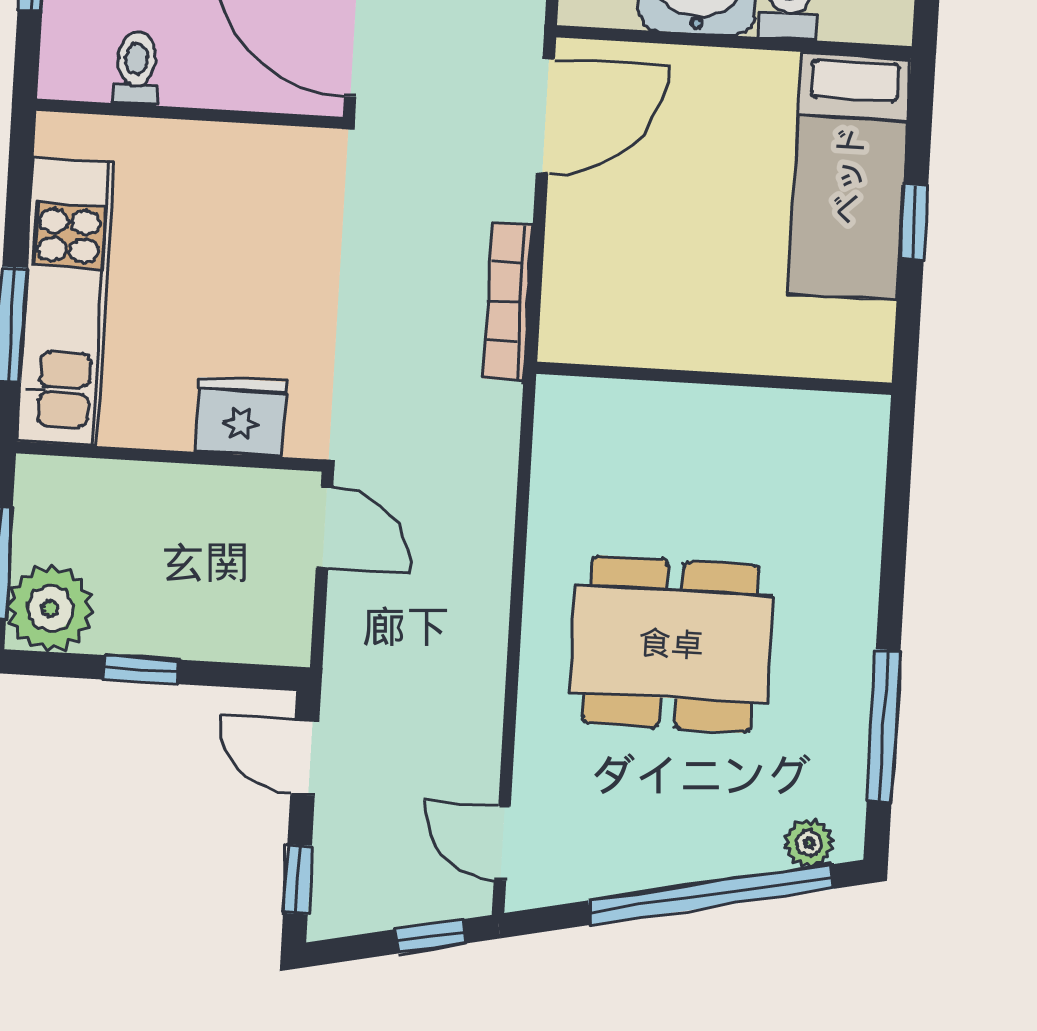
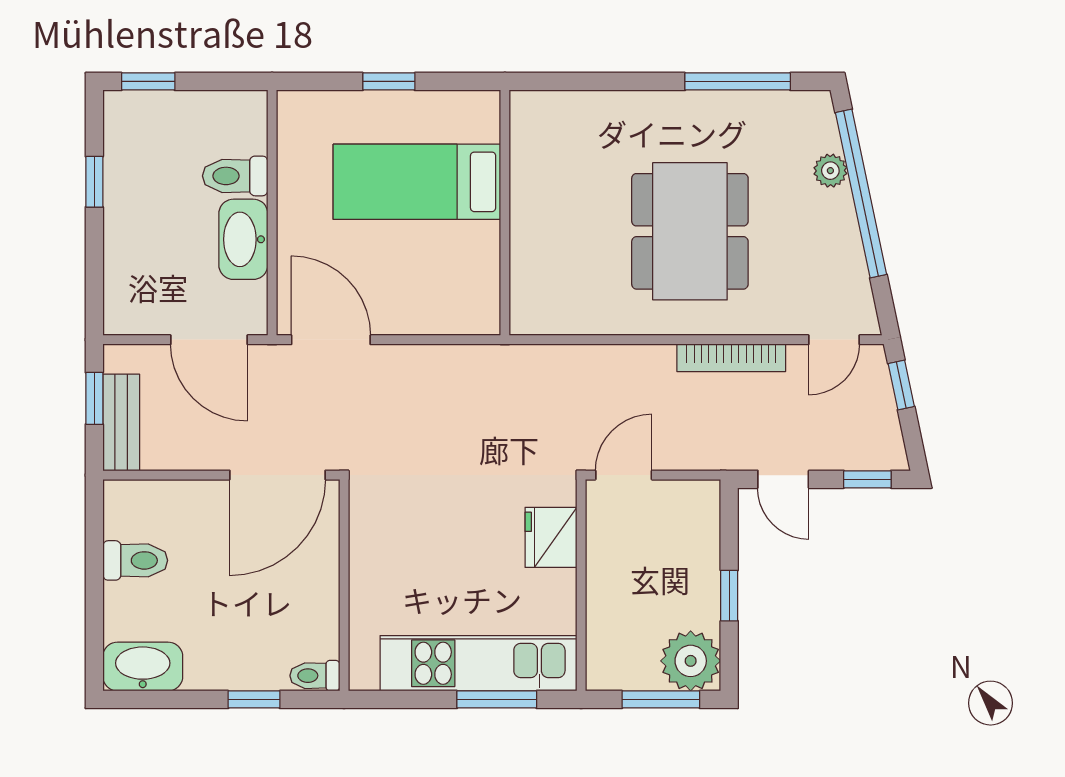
toilet: (136, 68) -> (315, 676), moved
bed: (849, 176) -> (417, 182), moved, turned 180
bookcase: (508, 301) -> (731, 358), moved
door: (305, 758) -> (783, 479), hinge flipped
plant: (809, 843) -> (830, 171), moved

